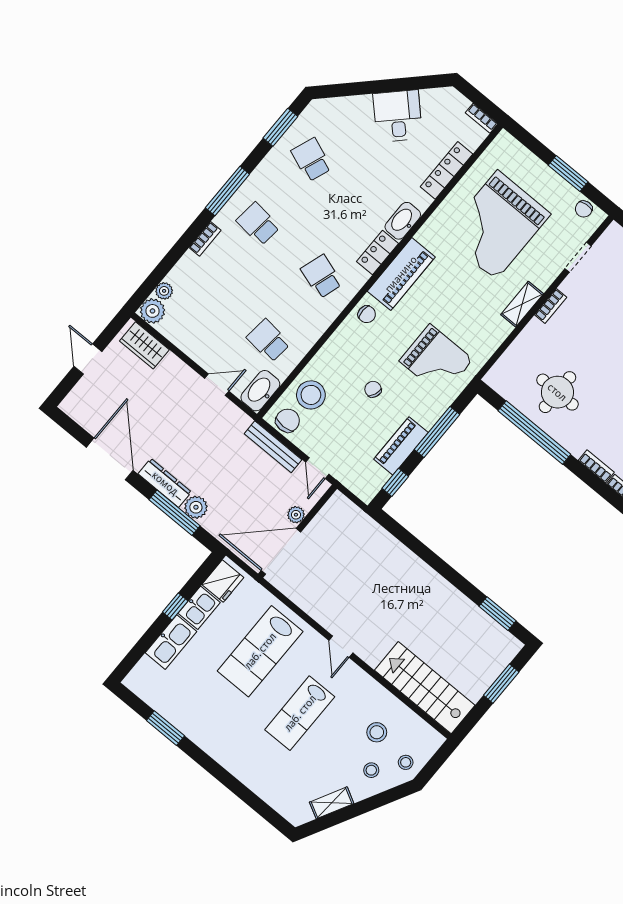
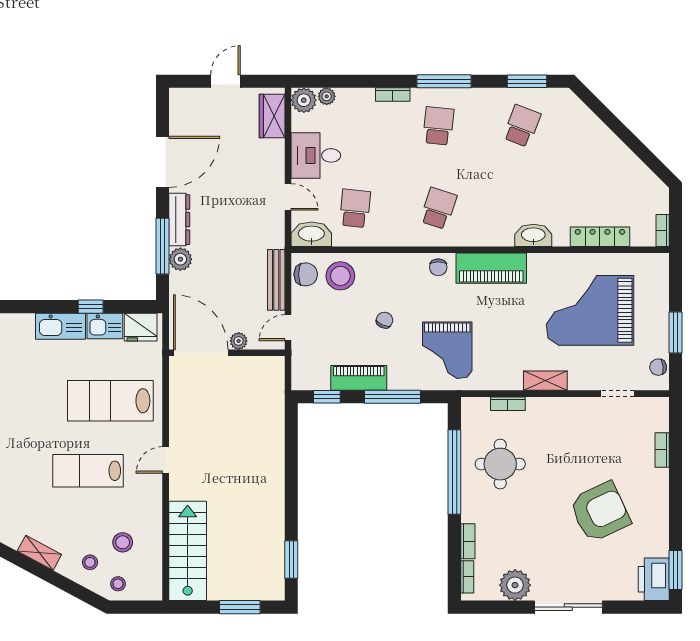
desk: (398, 116) -> (316, 155), moved, turned -135
locker: (378, 253) -> (493, 236), removed
bookcase: (551, 306) -> (508, 404), moved

